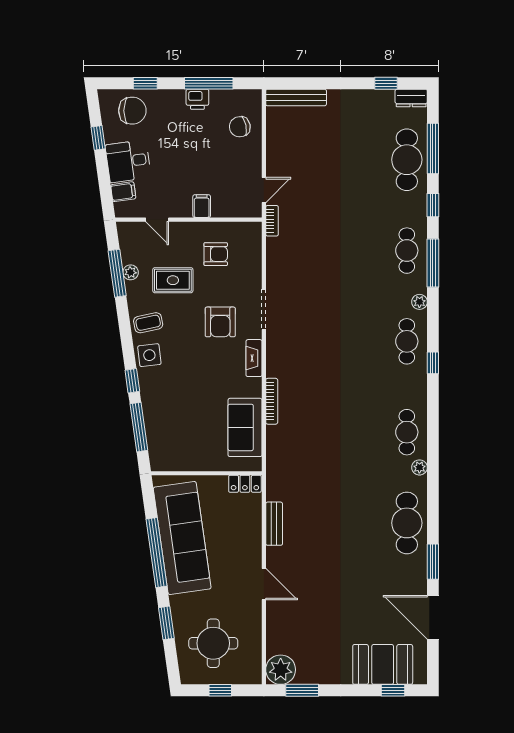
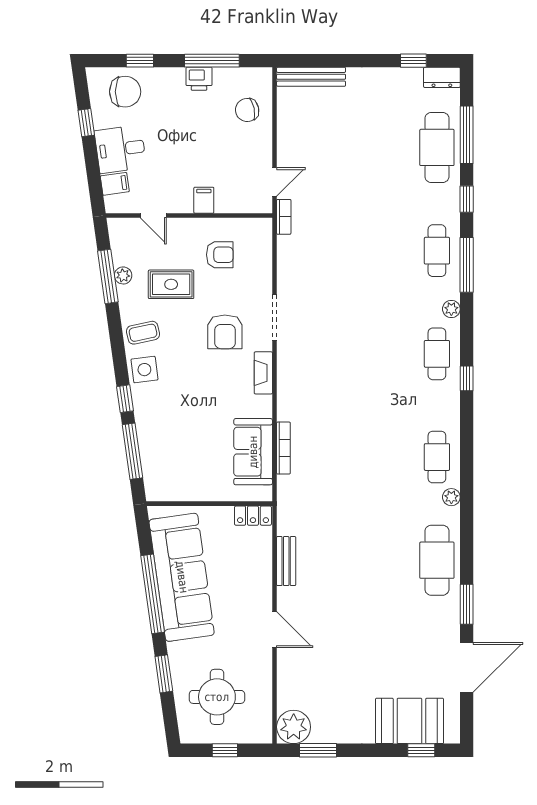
bookcase: (272, 401) -> (283, 448), moved
door: (433, 617) -> (467, 667), swing flipped

